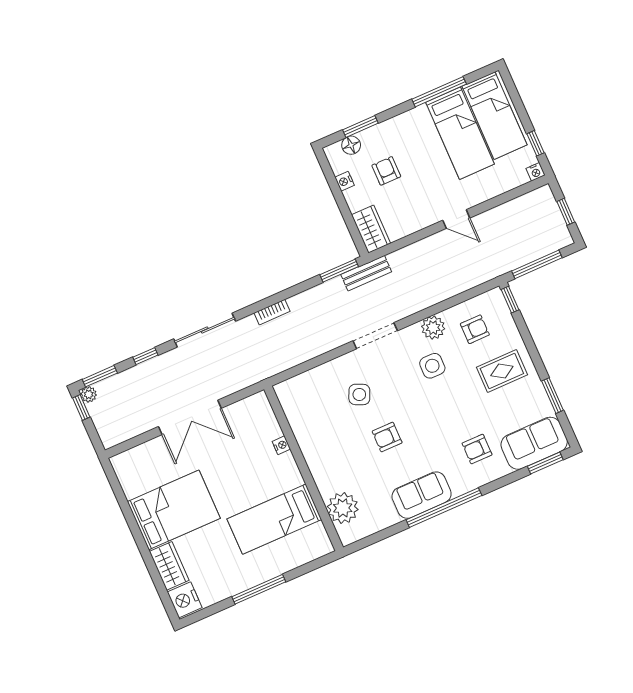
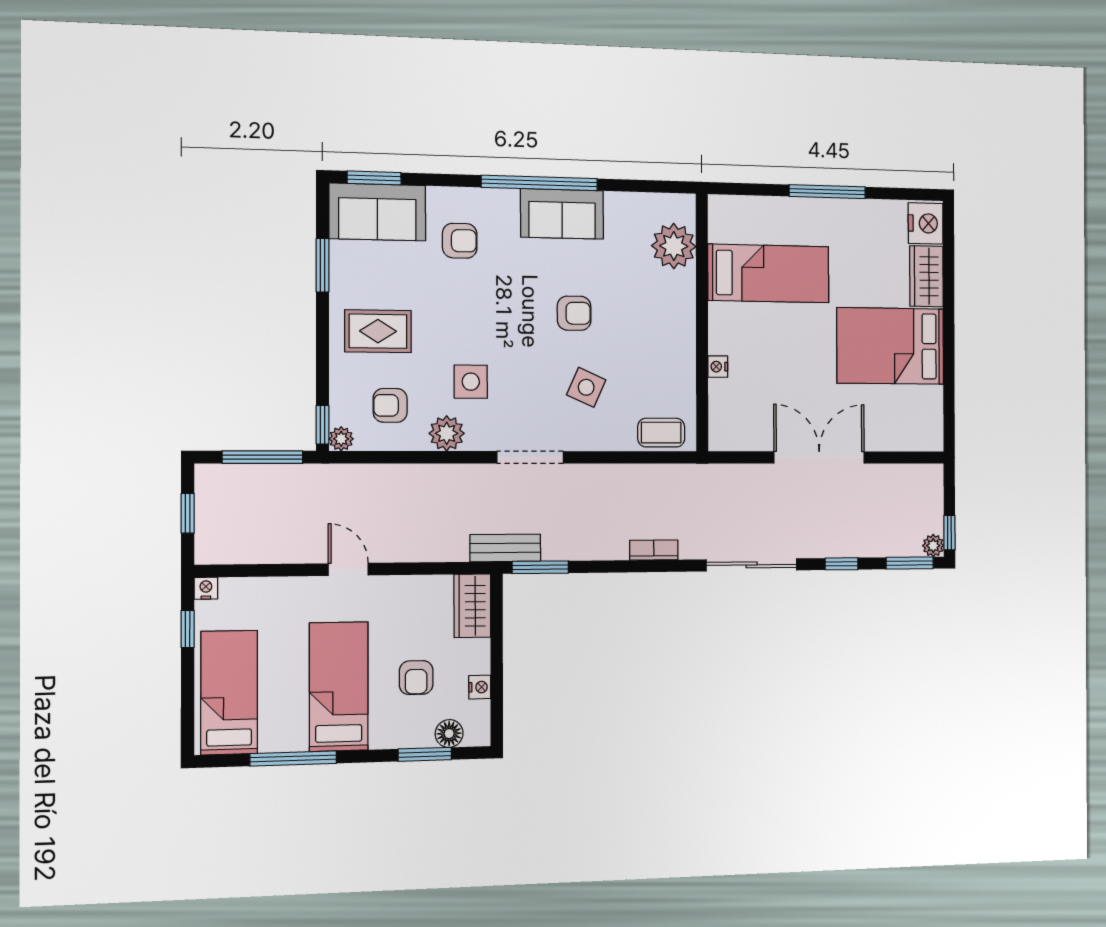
bed: (460, 133) -> (339, 687), moved
plant: (495, 296) -> (341, 439), added
coffee table: (299, 388) -> (661, 433), added

